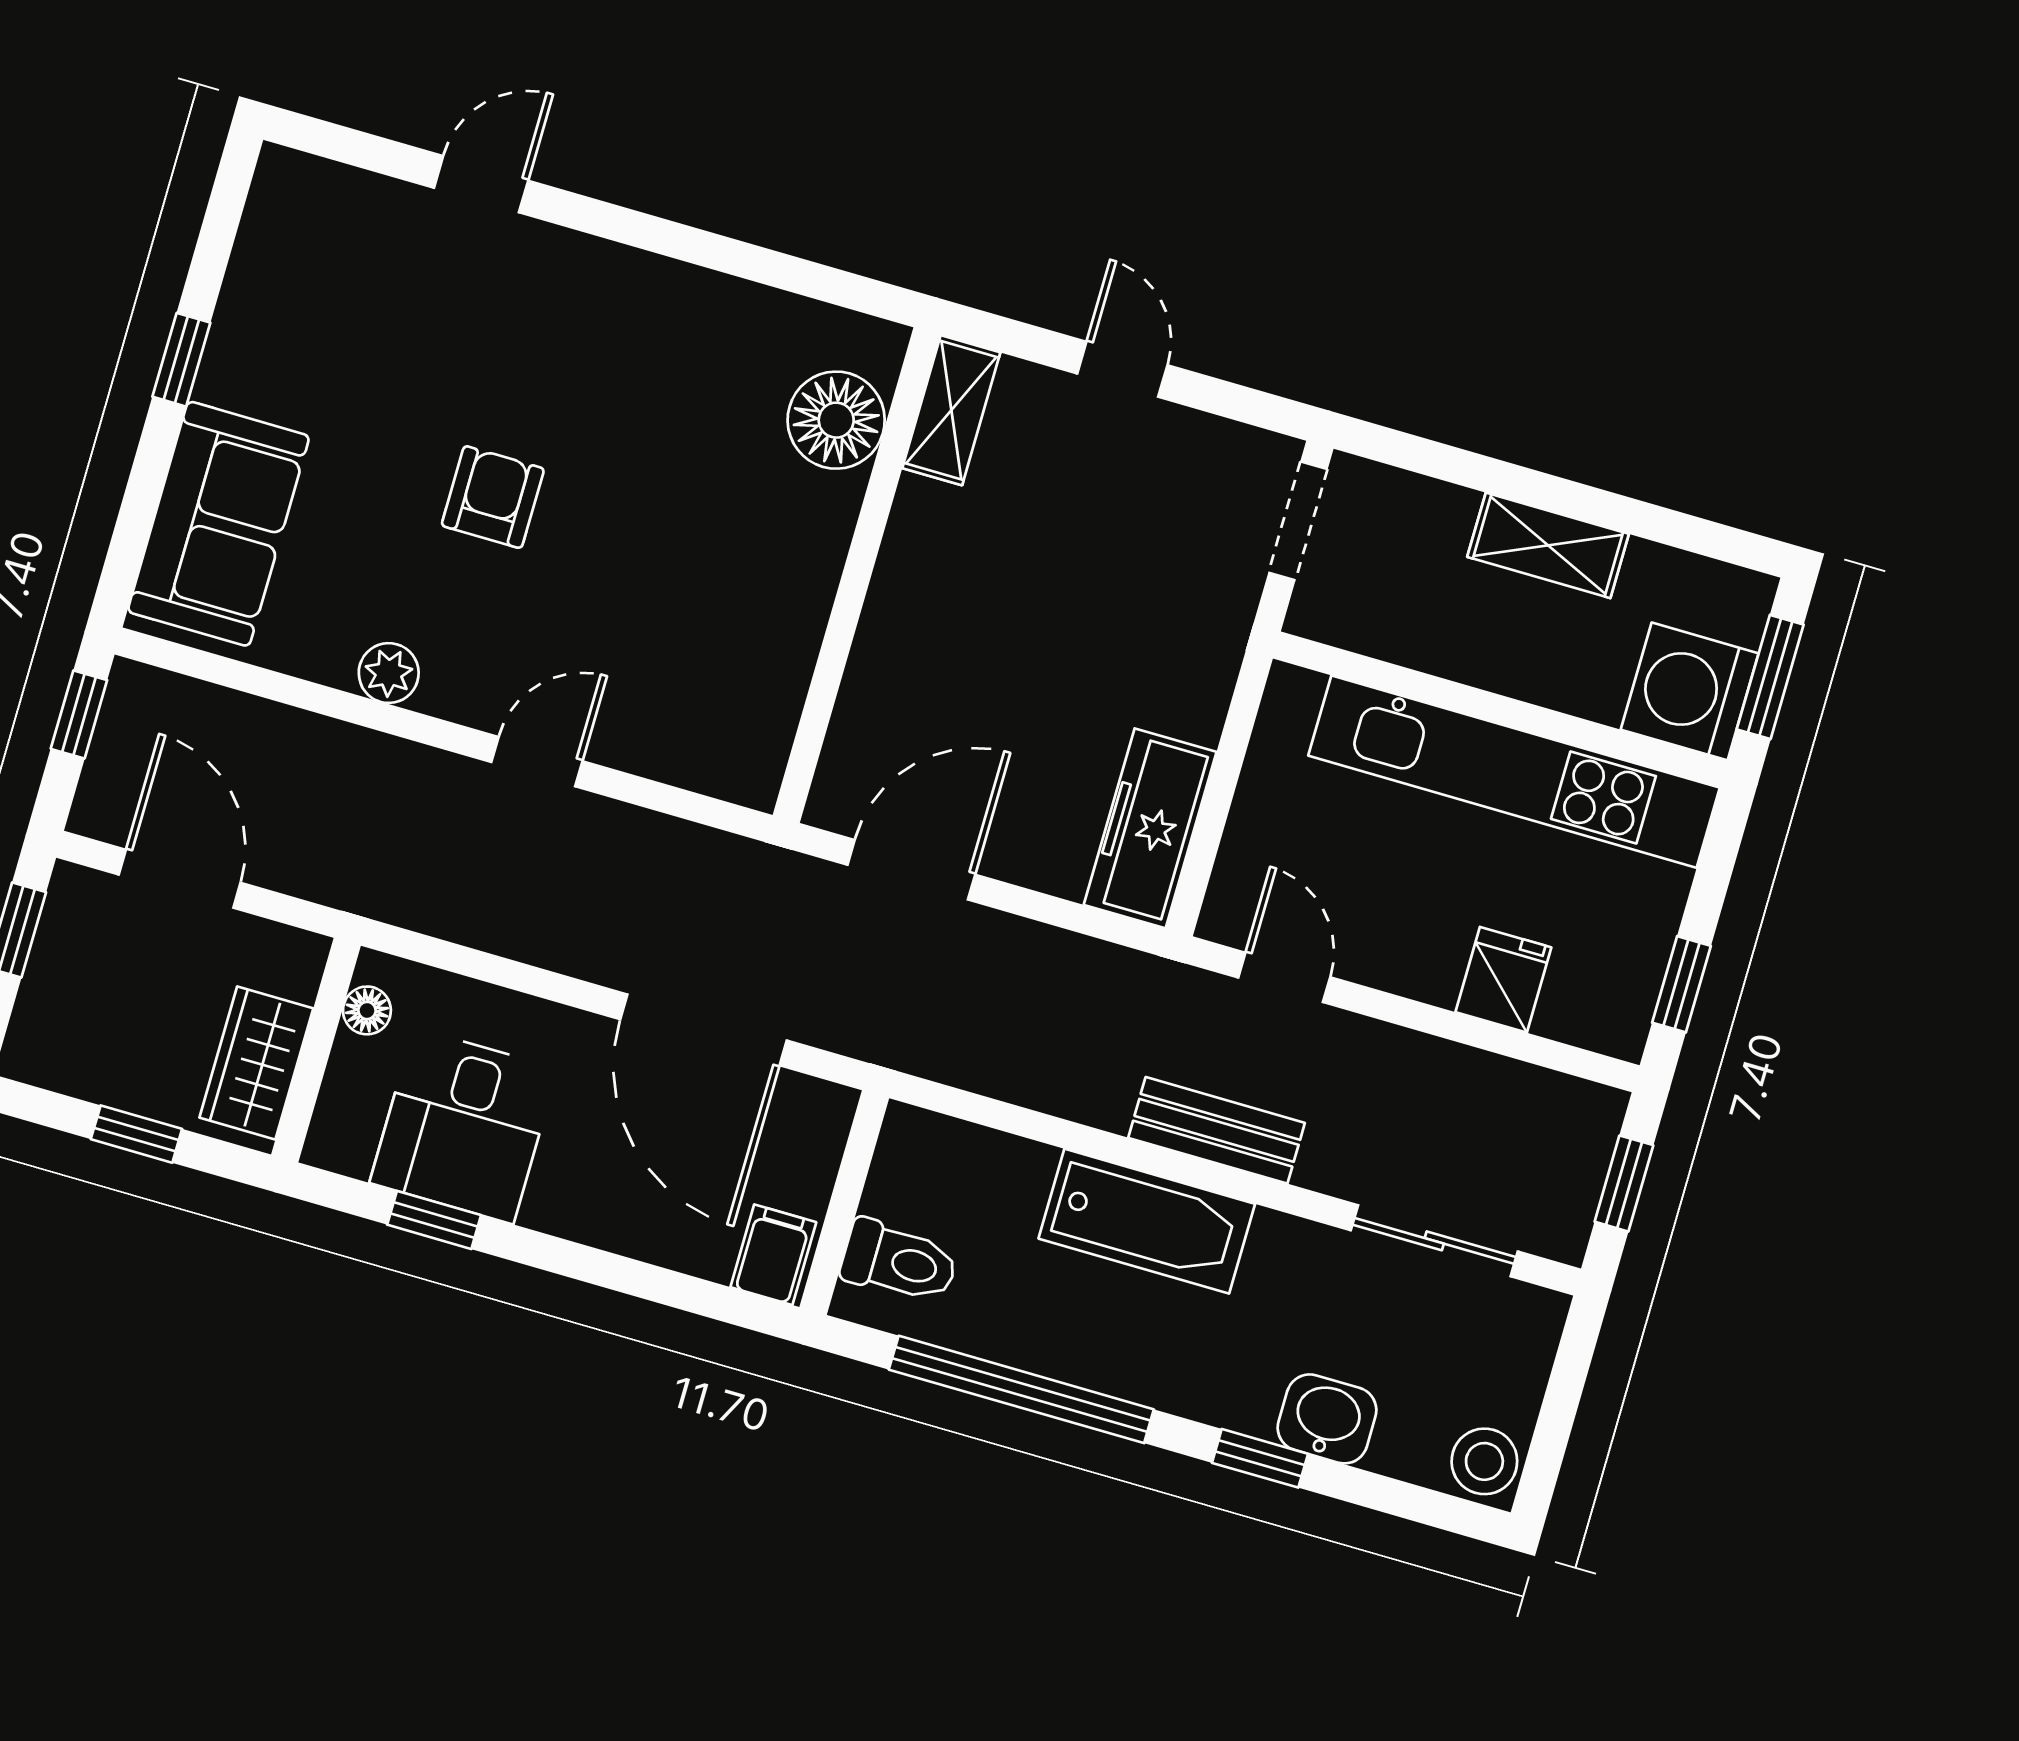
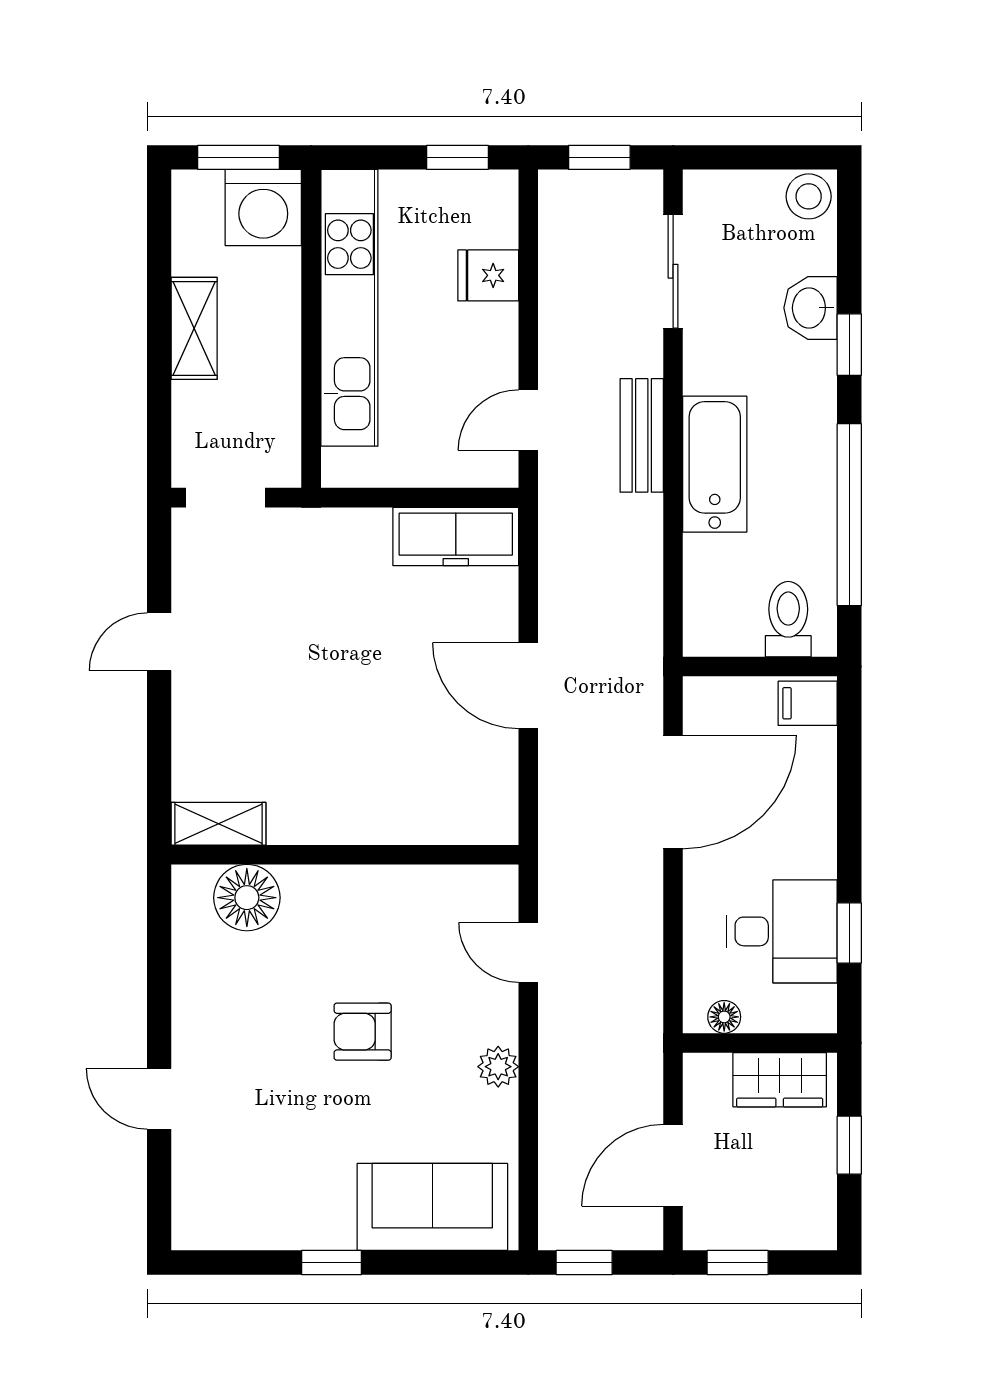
shelving: (951, 410) -> (219, 824), moved
floor lamp: (836, 420) -> (247, 898), moved
wall: (857, 575) -> (345, 855), moved

